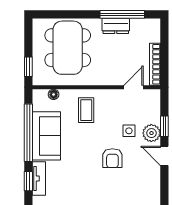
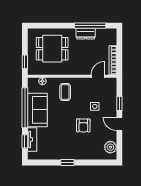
dining table: (68, 48) -> (52, 49), width x0.73
plant: (151, 133) -> (110, 147), moved

